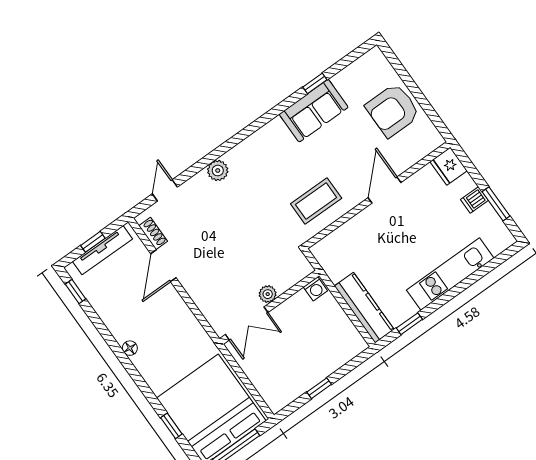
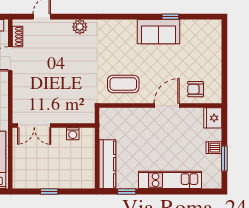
armchair: (393, 110) -> (196, 89), moved, width x0.53, depth x0.53
washing machine: (315, 289) -> (73, 134), moved
plant: (268, 294) -> (58, 117), removed

